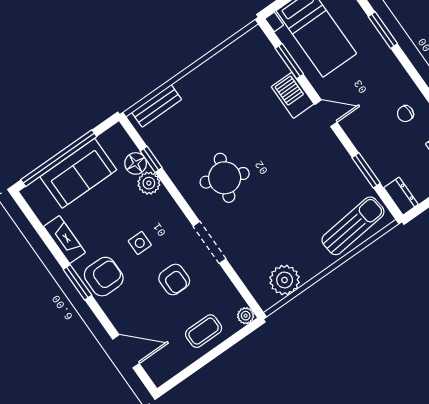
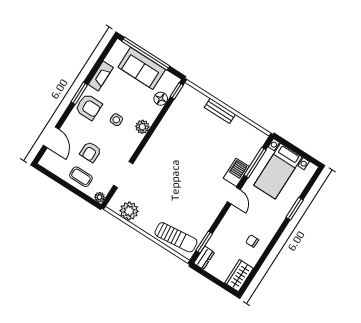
window: (289, 61) -> (255, 163), width x1.44
bench: (157, 106) -> (220, 111), moved
window: (151, 159) -> (177, 91), moved
window: (366, 170) -> (204, 242), moved
round table: (225, 178) -> (173, 153), removed
plant: (149, 183) -> (142, 127), moved
doorway: (210, 242) -> (123, 174), moved
armchair: (174, 280) -> (91, 152), moved

